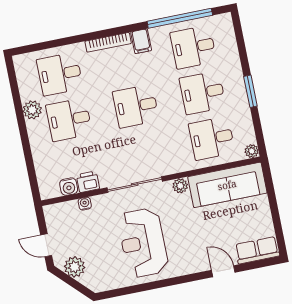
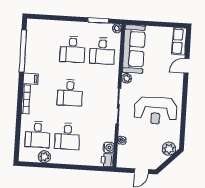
desk: (193, 47) -> (43, 47), removed
window: (250, 91) -> (98, 20), moved
plant: (32, 110) -> (44, 157), moved
printer: (88, 182) -> (107, 160), moved
plant: (75, 267) -> (169, 149), moved

